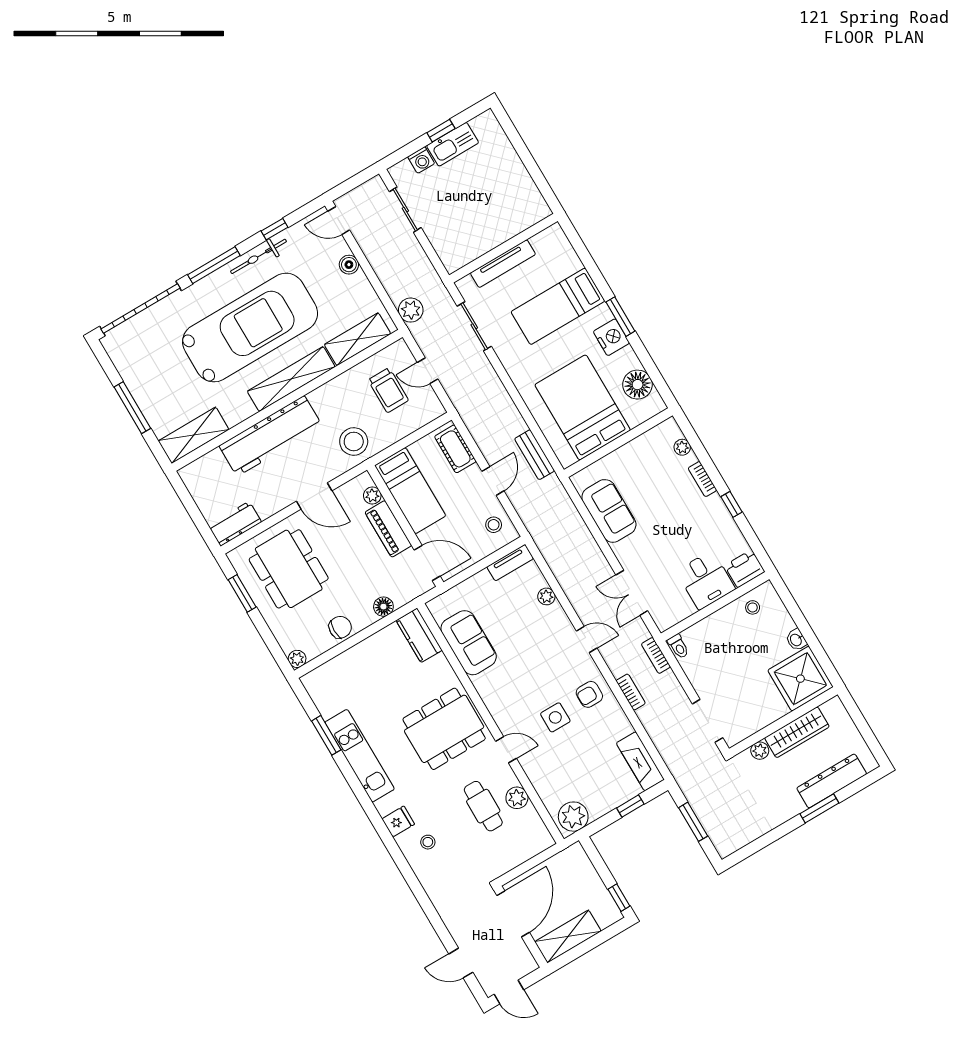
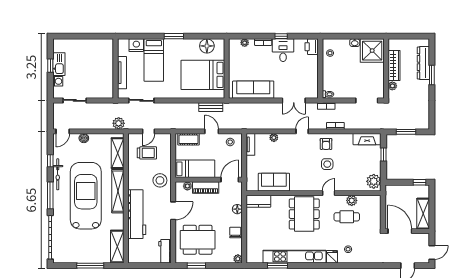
nightstand: (611, 337) -> (136, 45), moved
sofa: (609, 511) -> (253, 90), width x1.36
desk: (706, 580) -> (283, 50), moved, turned -90
kitchen unit: (360, 756) -> (294, 257), width x1.36

